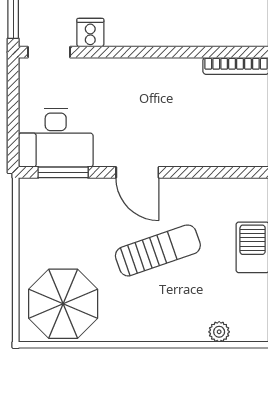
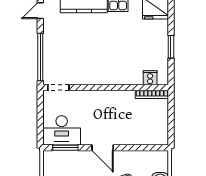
cooker: (90, 33) -> (150, 78), moved

